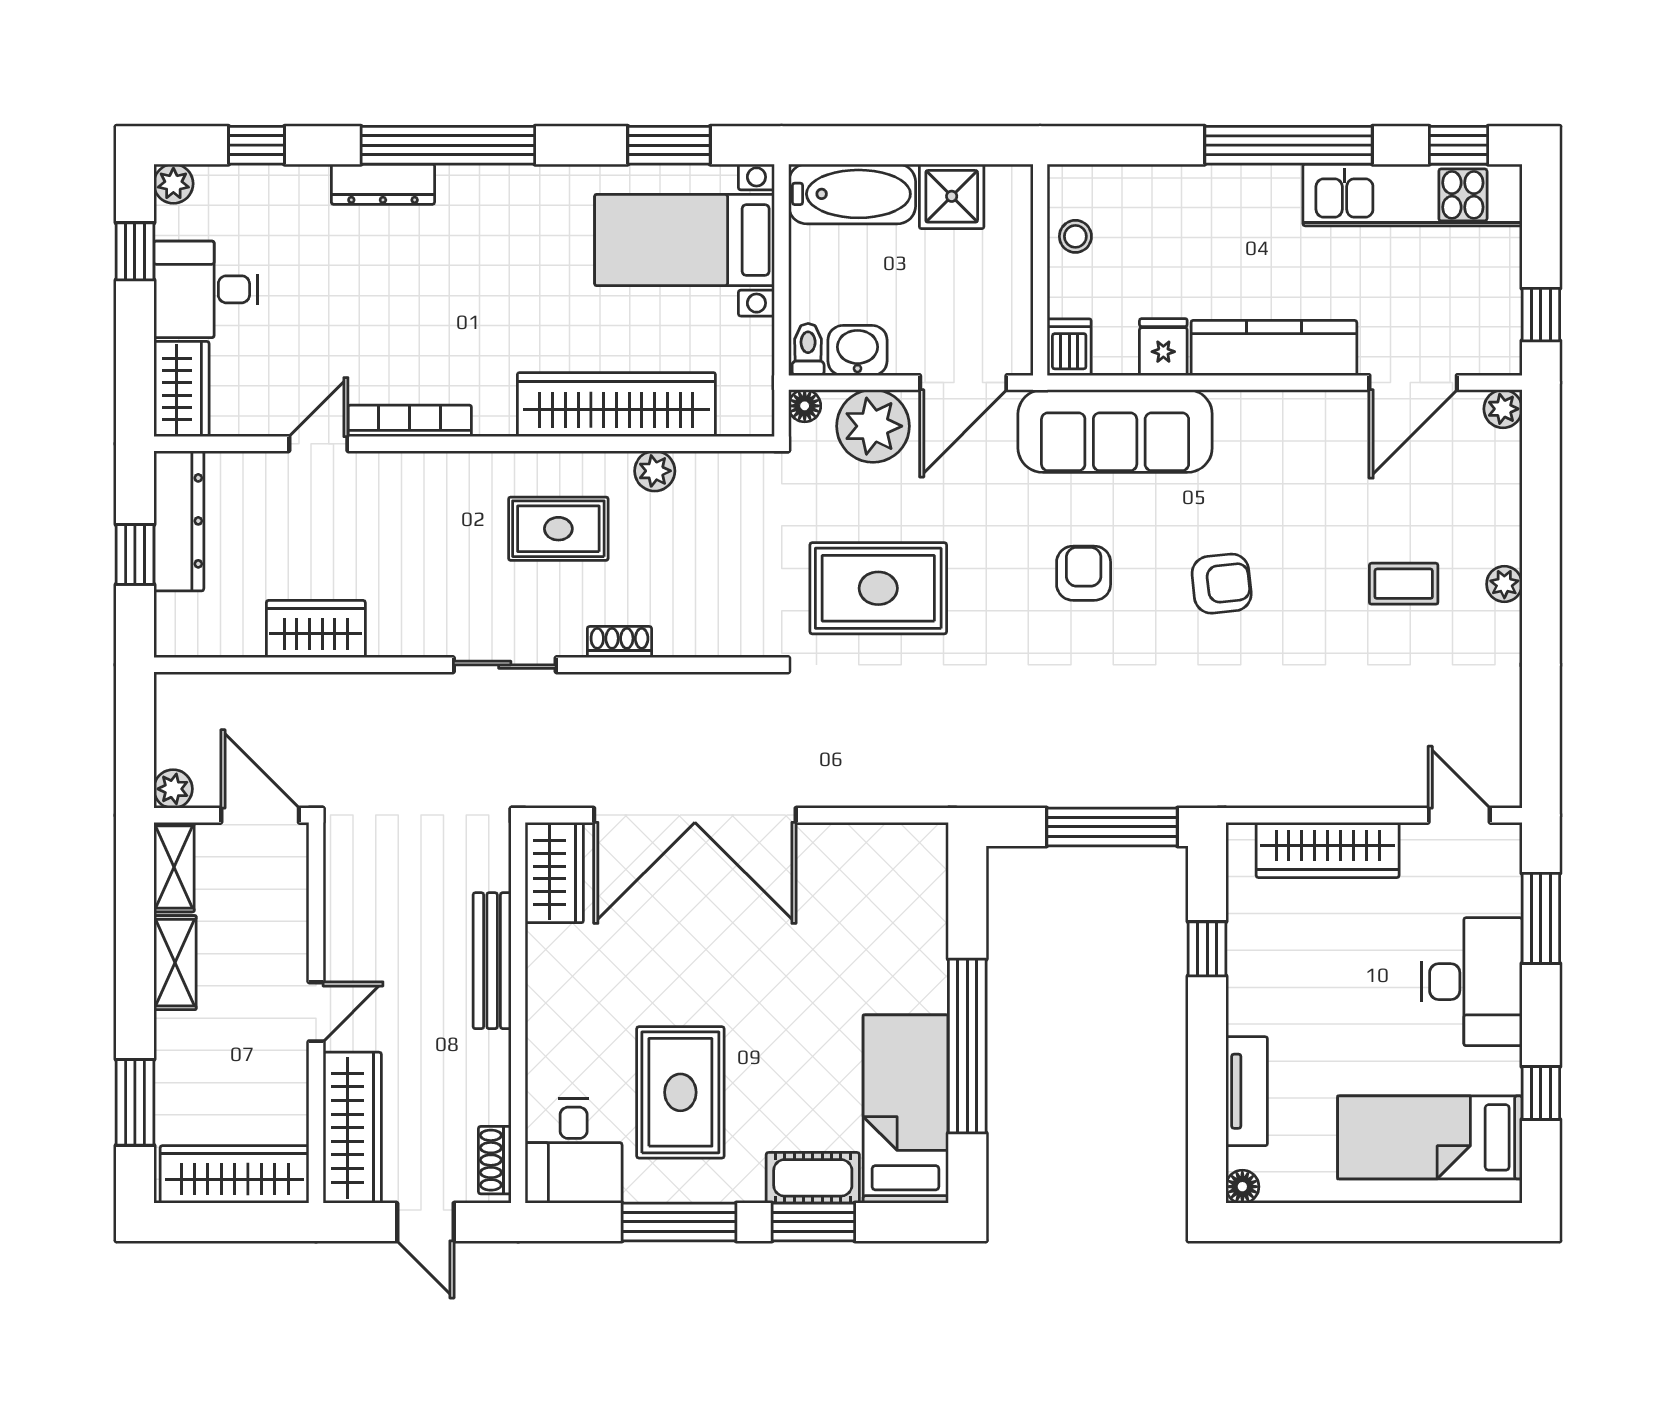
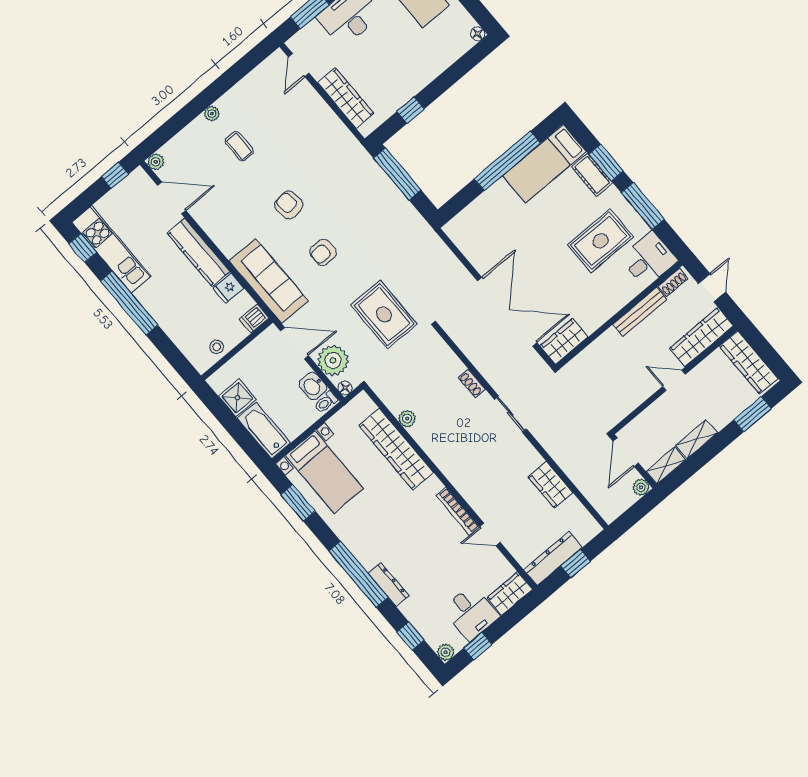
rug: (558, 529) -> (452, 434), removed
bench: (492, 961) -> (640, 312), moved
tv unit: (1247, 1091) -> (446, 58), removed

